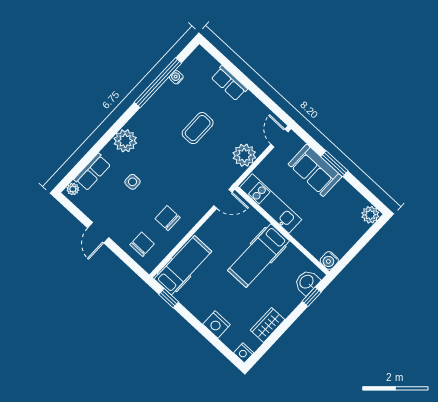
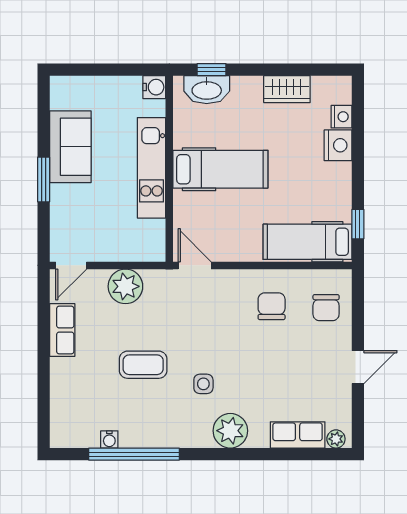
row of seats: (229, 83) -> (62, 330), moved
sofa: (315, 170) -> (70, 147), moved
side table: (132, 182) -> (203, 384), moved
kitchen unit: (271, 204) -> (151, 168), moved
plant: (370, 215) -> (63, 89), removed
chair: (168, 218) -> (272, 306), turned 180
chair: (142, 244) -> (326, 308), turned -90
washbasin: (307, 282) -> (207, 90), width x1.38
nightstand: (244, 353) -> (341, 117), moved

